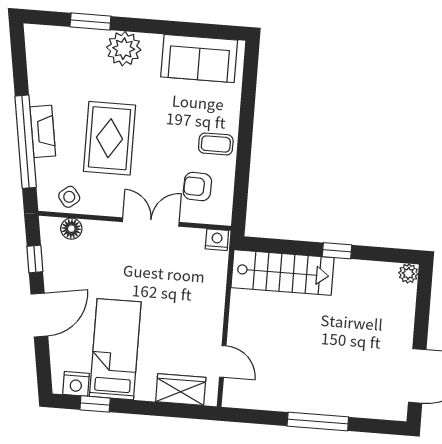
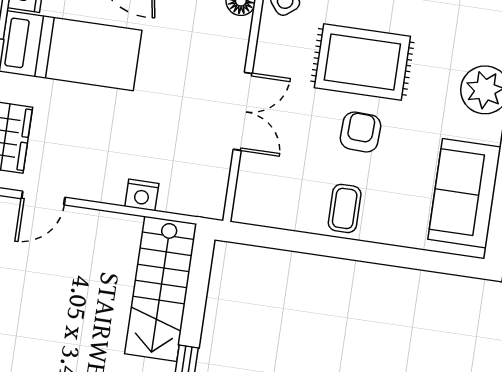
armchair: (197, 187) -> (360, 132), moved
nightstand: (217, 240) -> (142, 195), moved, turned 90

